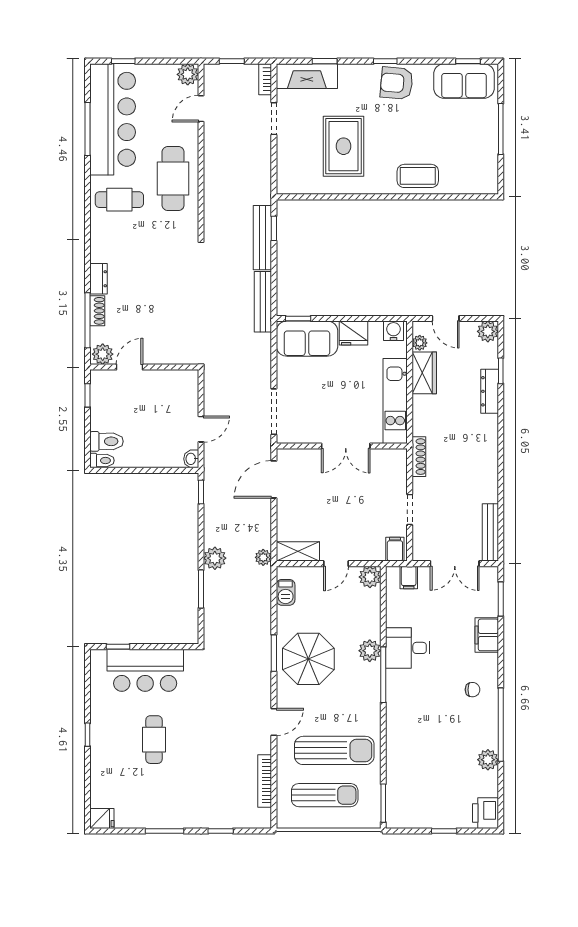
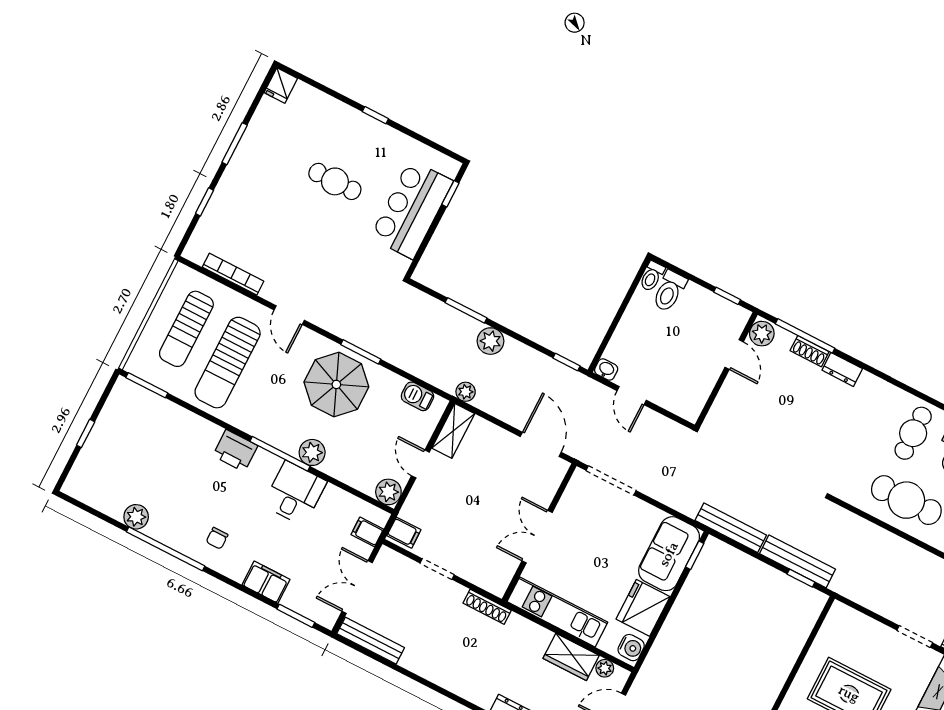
fridge: (353, 333) -> (643, 608), width x1.36, depth x1.34
printer: (486, 813) -> (235, 451), moved, turned 180

